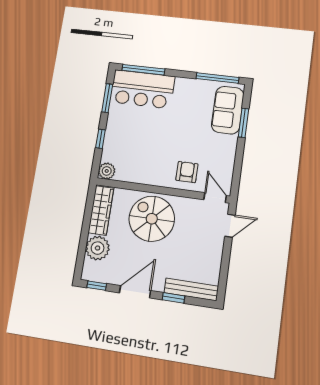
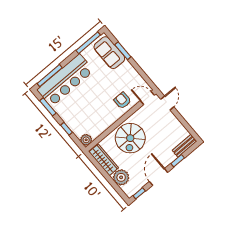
bar counter: (142, 89) -> (65, 80), width x1.36
spiral stairs: (152, 219) -> (130, 138), turned -90
bench: (191, 289) -> (185, 146), width x0.73

